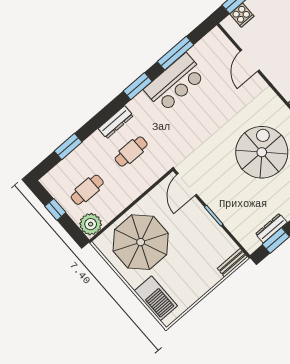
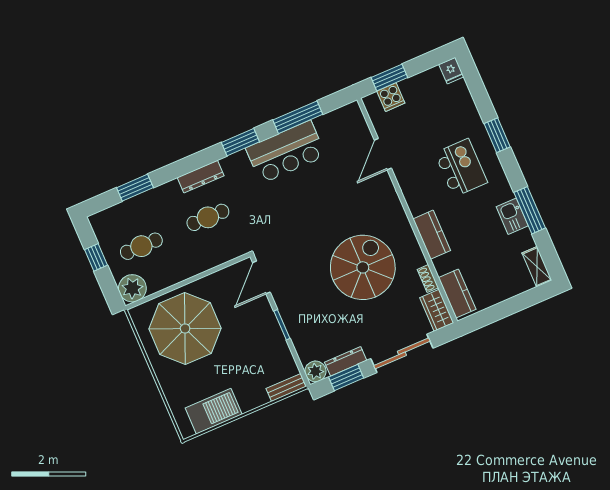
plant: (251, 243) -> (315, 371), added
barbecue: (156, 298) -> (214, 411), moved, turned -90

